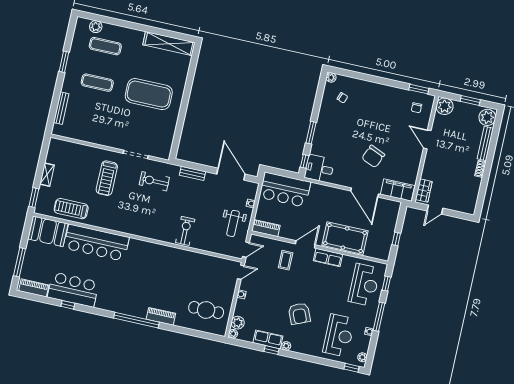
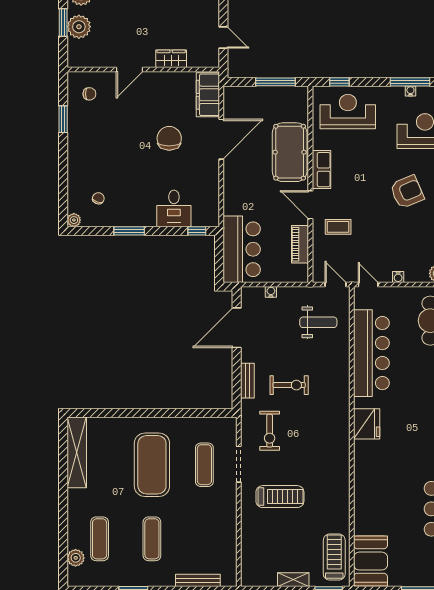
window: (419, 89) -> (63, 119), moved
plant: (445, 106) -> (79, 27), moved
exercise mat: (141, 131) -> (204, 465), added
window: (311, 133) -> (129, 231), moved
chair: (373, 156) -> (169, 138), turned -113
desk: (319, 169) -> (174, 208), moved
wardrobe: (424, 190) -> (171, 59), moved
treadmill: (71, 209) -> (334, 557), moved, turned 180
weight bench: (233, 223) -> (318, 322), moved
piano: (266, 228) -> (300, 244), moved
exercise bike: (185, 231) -> (289, 385), moved, turned 180
window: (396, 239) -> (275, 82), width x2.17
bar counter: (96, 243) -> (371, 353), moved
fridge: (144, 250) -> (367, 424), added
window: (379, 317) -> (410, 82), moved

